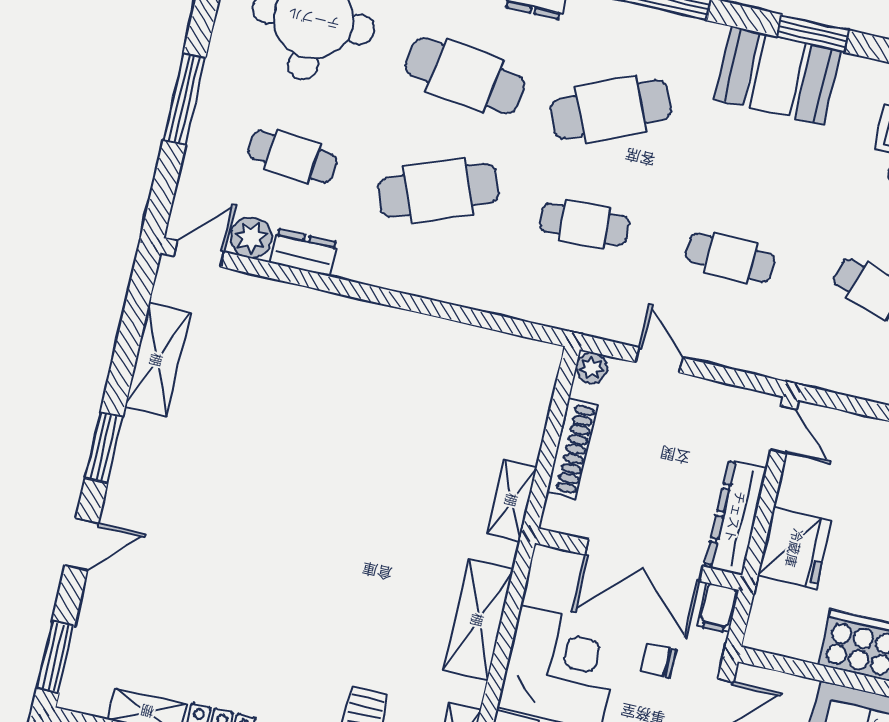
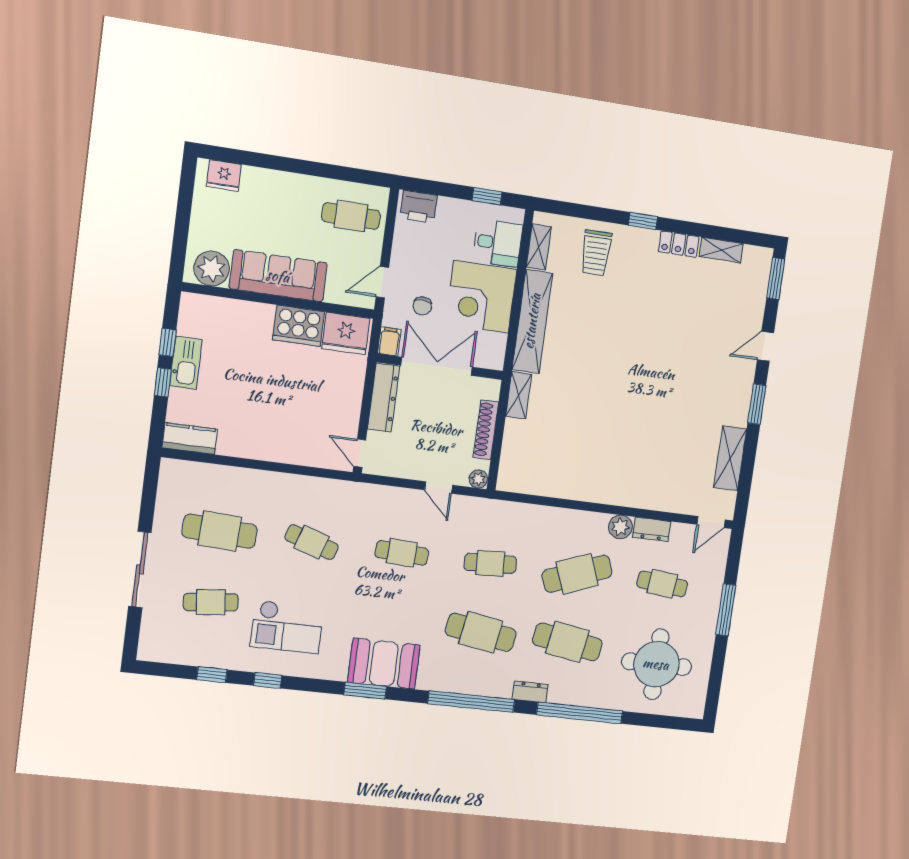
cafe table: (611, 109) -> (481, 632), turned 33
plant: (251, 238) -> (620, 527), moved
fridge: (795, 548) -> (346, 333), moved, turned -90
shelving: (478, 620) -> (532, 321), width x1.47
chair: (658, 661) -> (422, 306), turned 90

